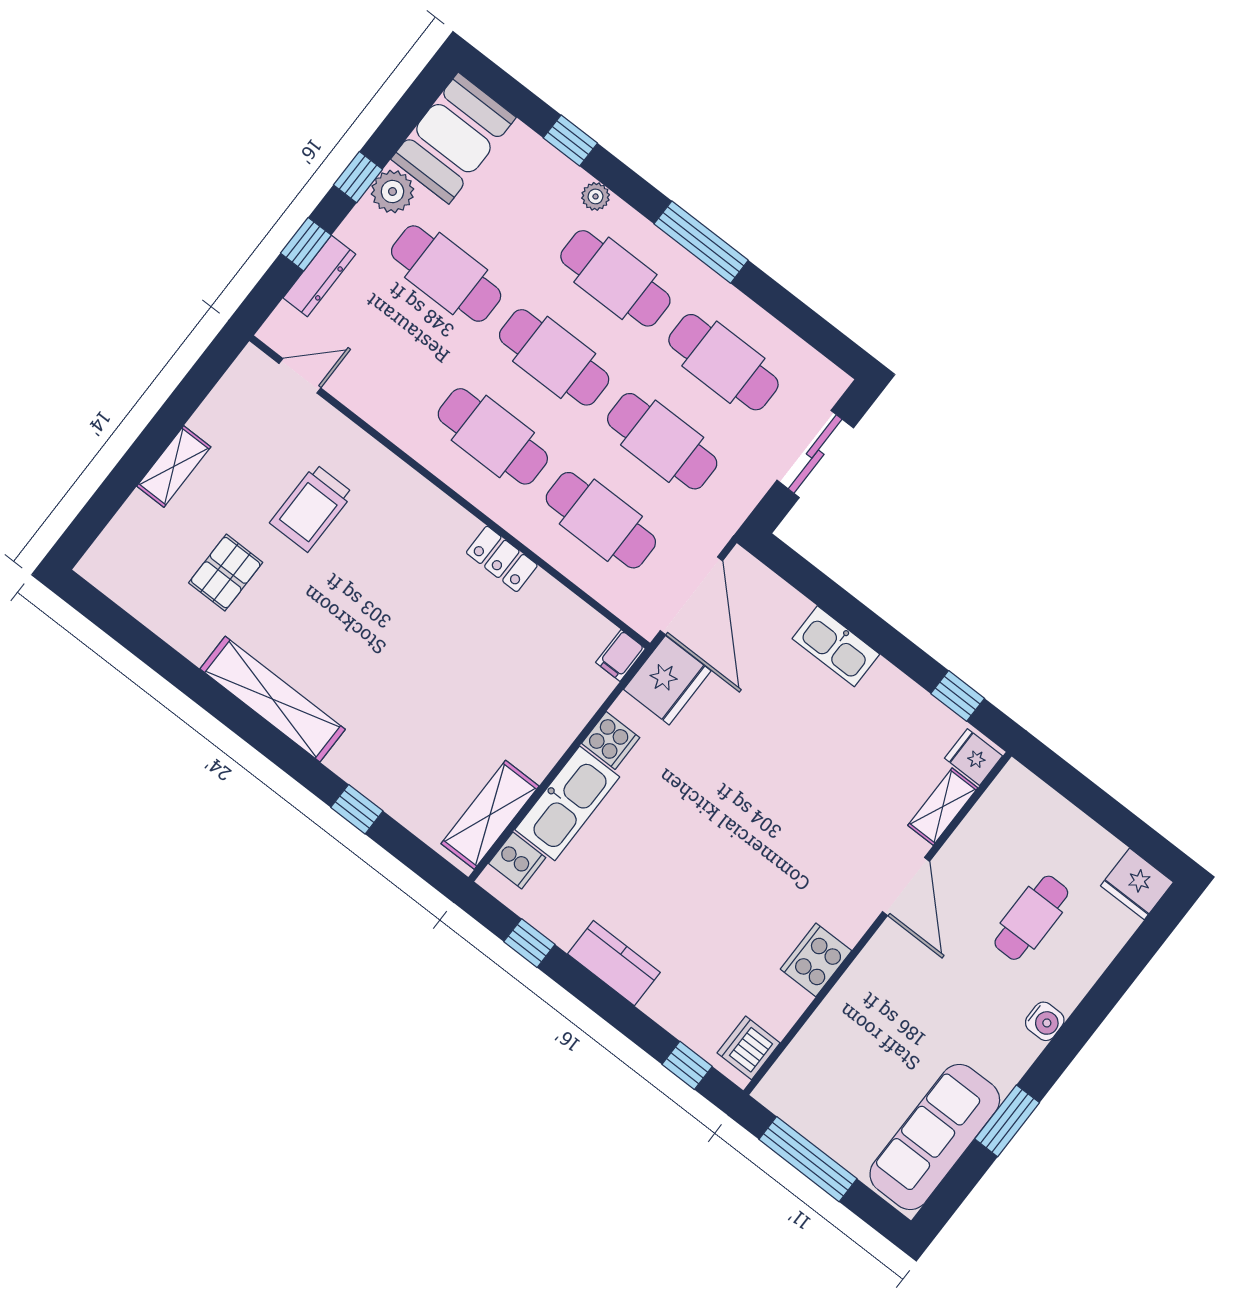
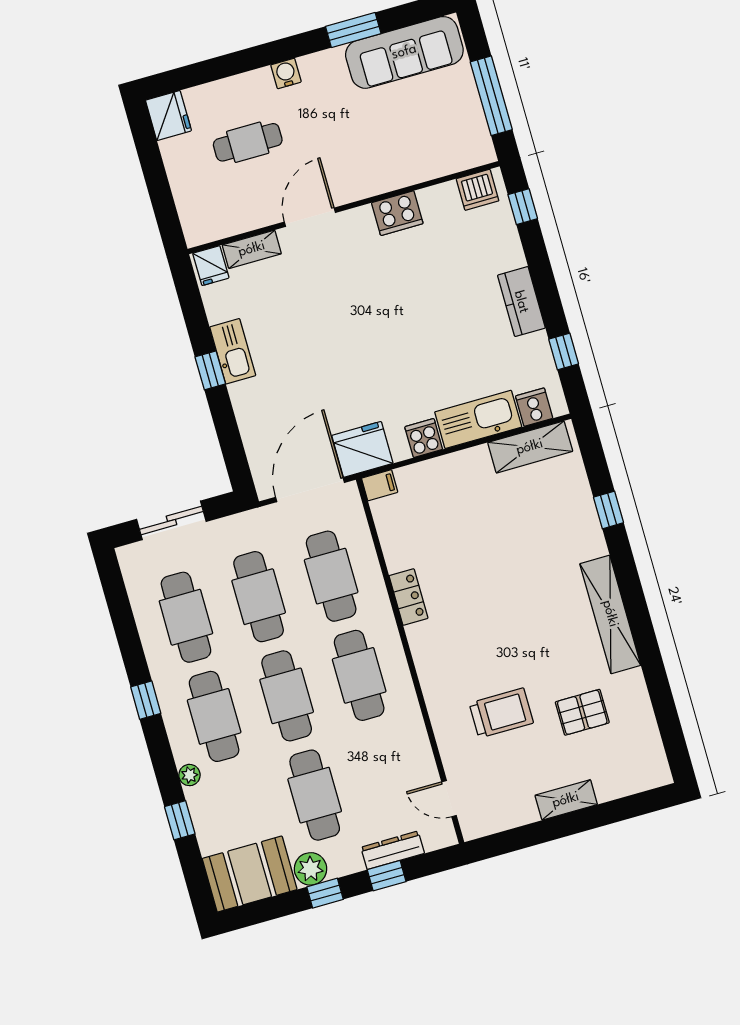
window: (701, 242) -> (146, 700), width x0.46
kitchen sink: (836, 646) -> (233, 351), moved
window: (958, 696) -> (210, 370), moved

